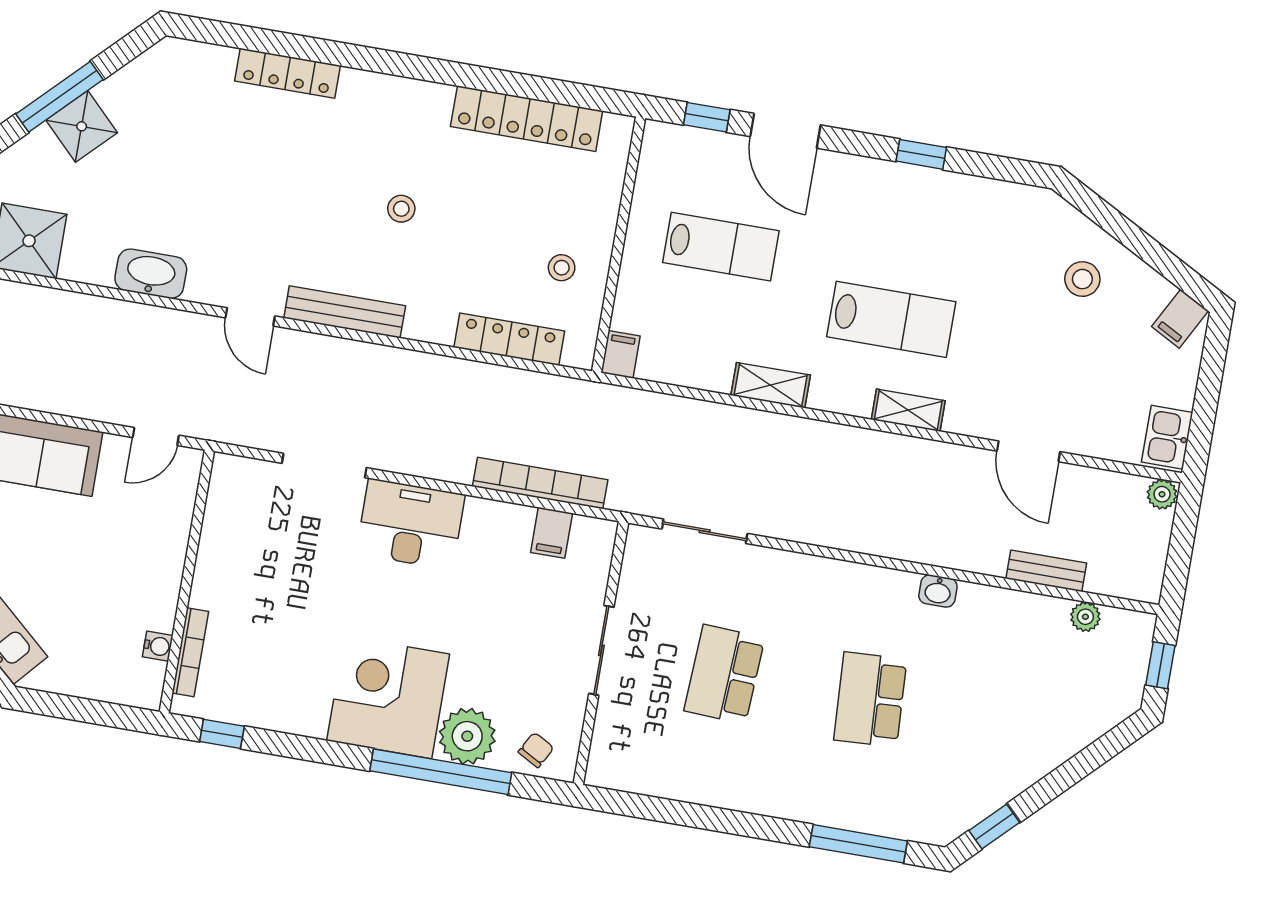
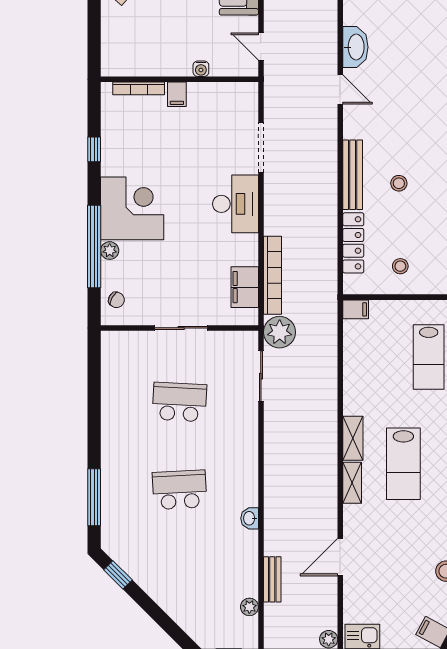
stool: (401, 209) -> (399, 183), moved
washbasin: (151, 274) -> (355, 47), moved
bench: (345, 312) -> (353, 175), moved
door: (250, 317) -> (340, 90), swing flipped
shelving: (771, 385) -> (353, 438), moved
plant: (637, 488) -> (280, 332), added
filing cabinet: (552, 533) -> (245, 287), width x2.00
filing cabinet: (211, 590) -> (177, 94), added
water cooler: (158, 646) -> (201, 69), moved
window: (222, 734) -> (94, 149), moved
plant: (467, 736) -> (110, 251), width x0.53, depth x0.53

